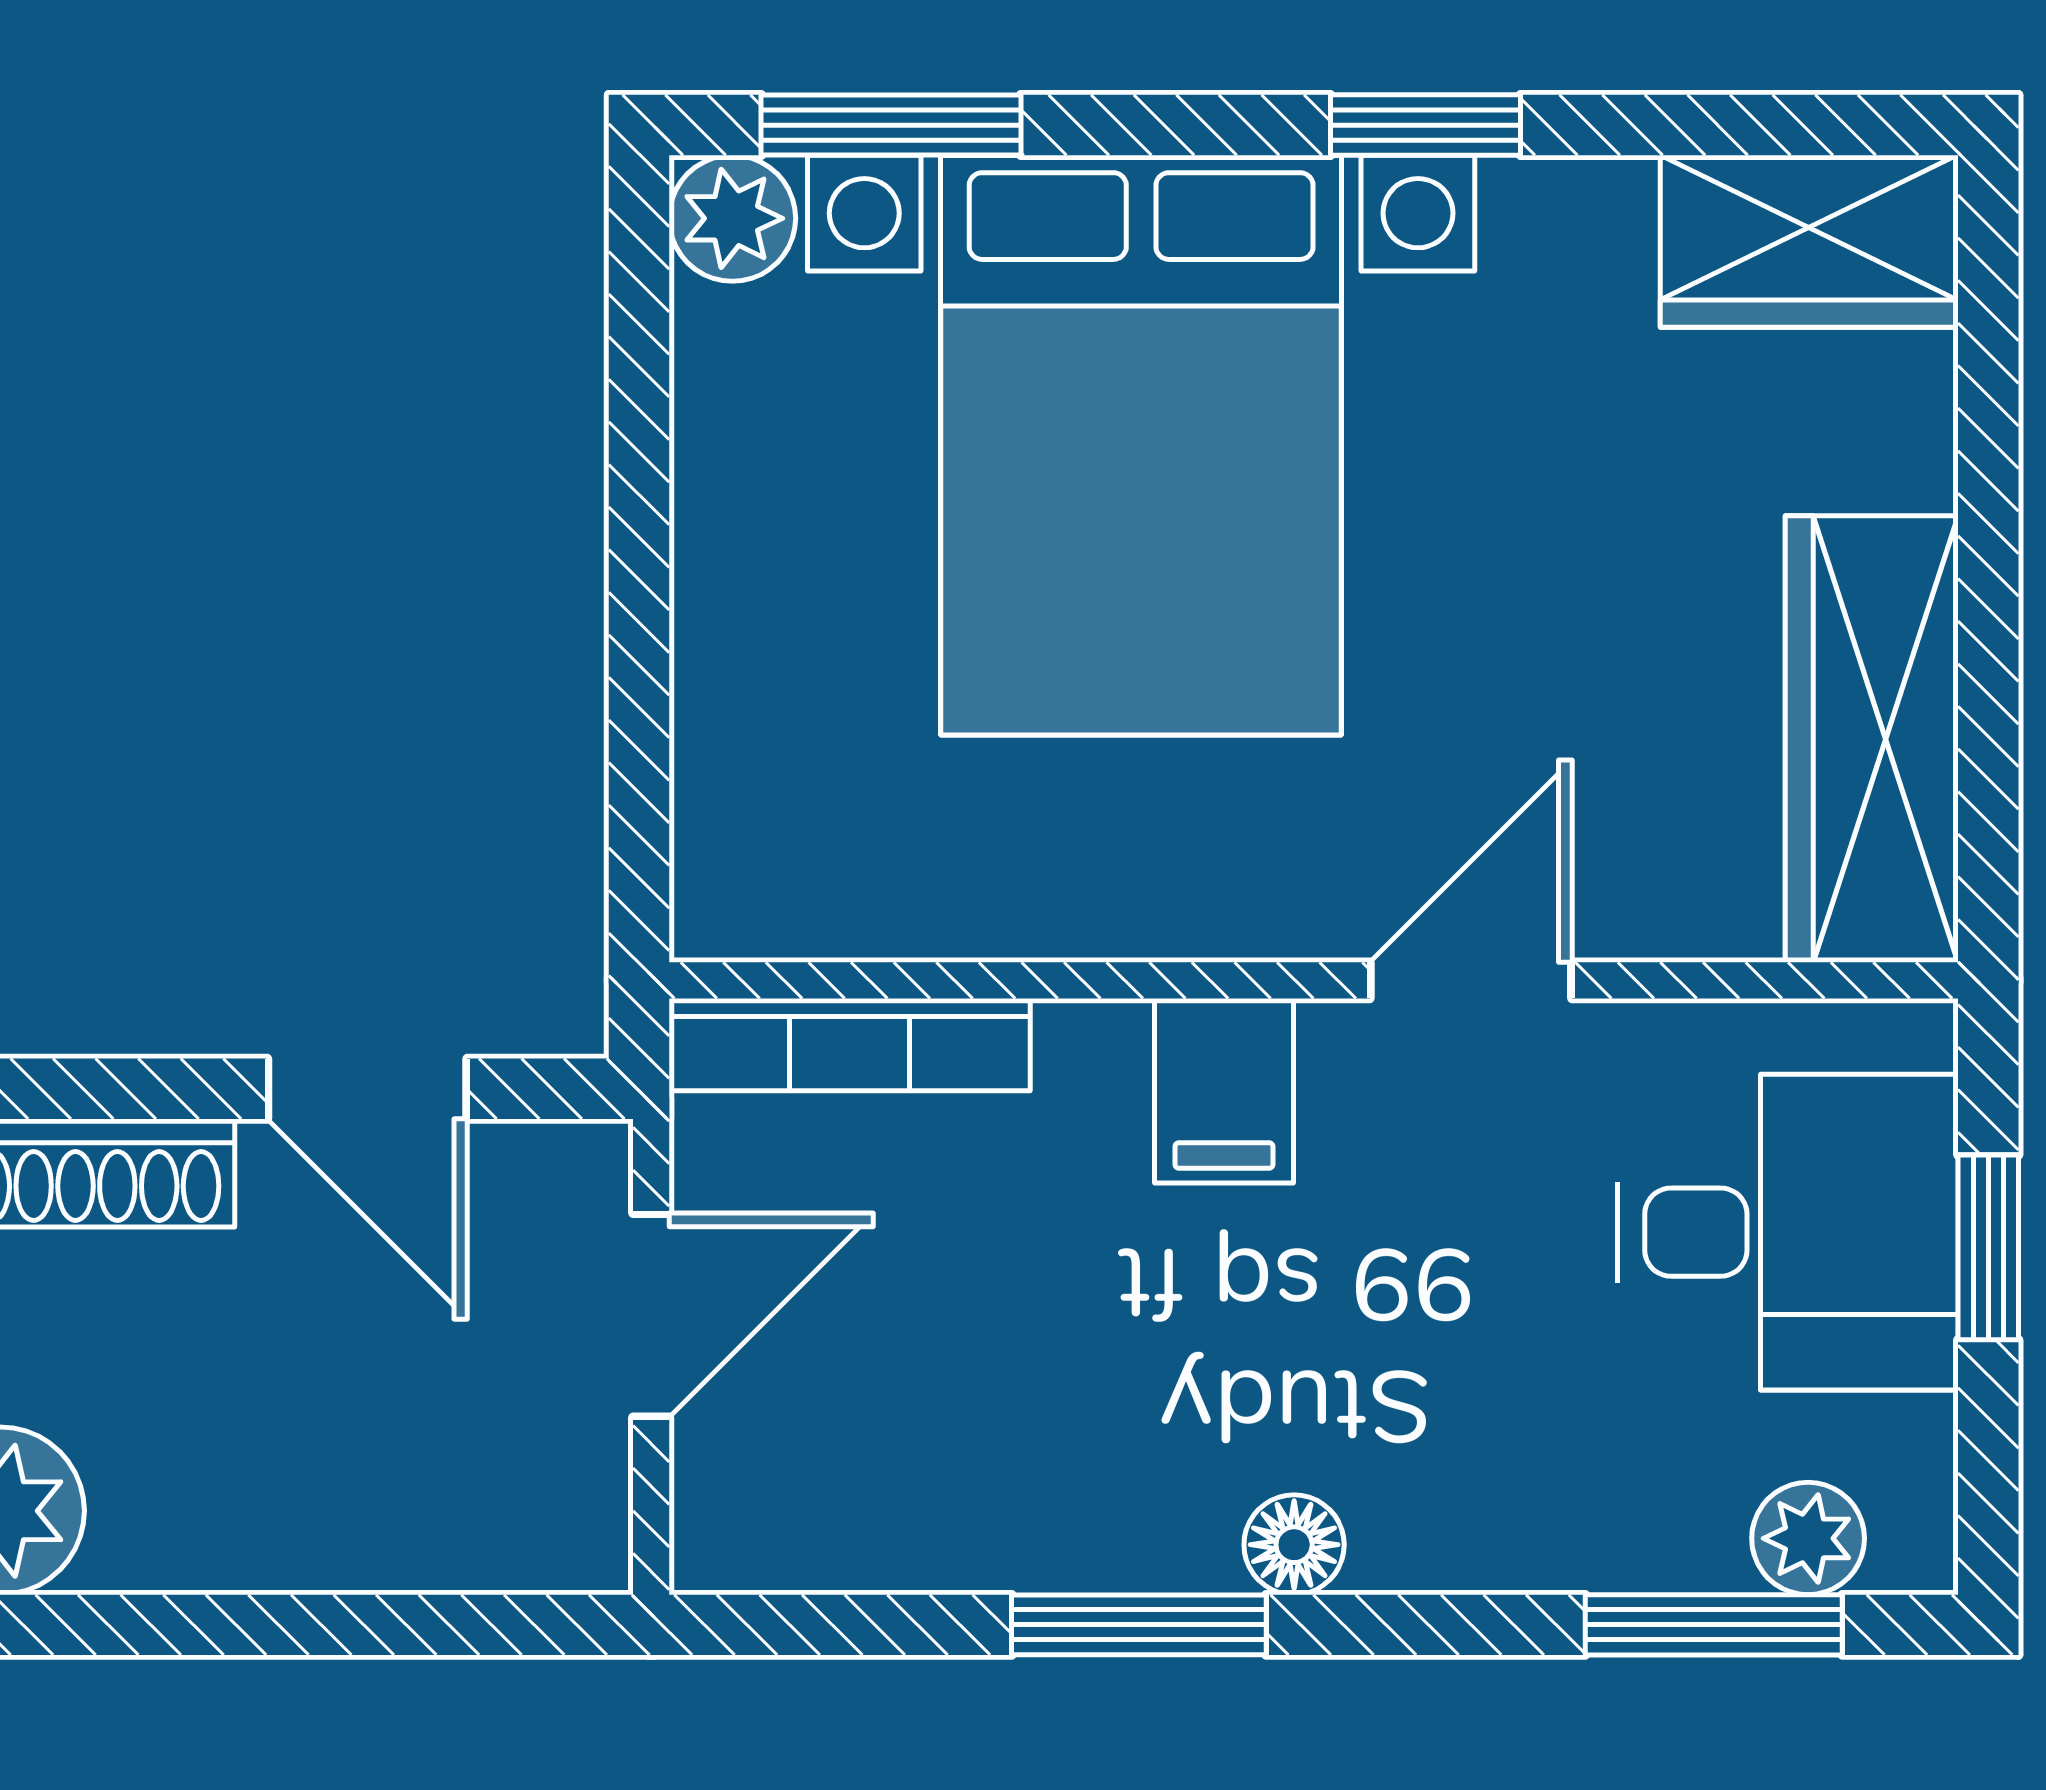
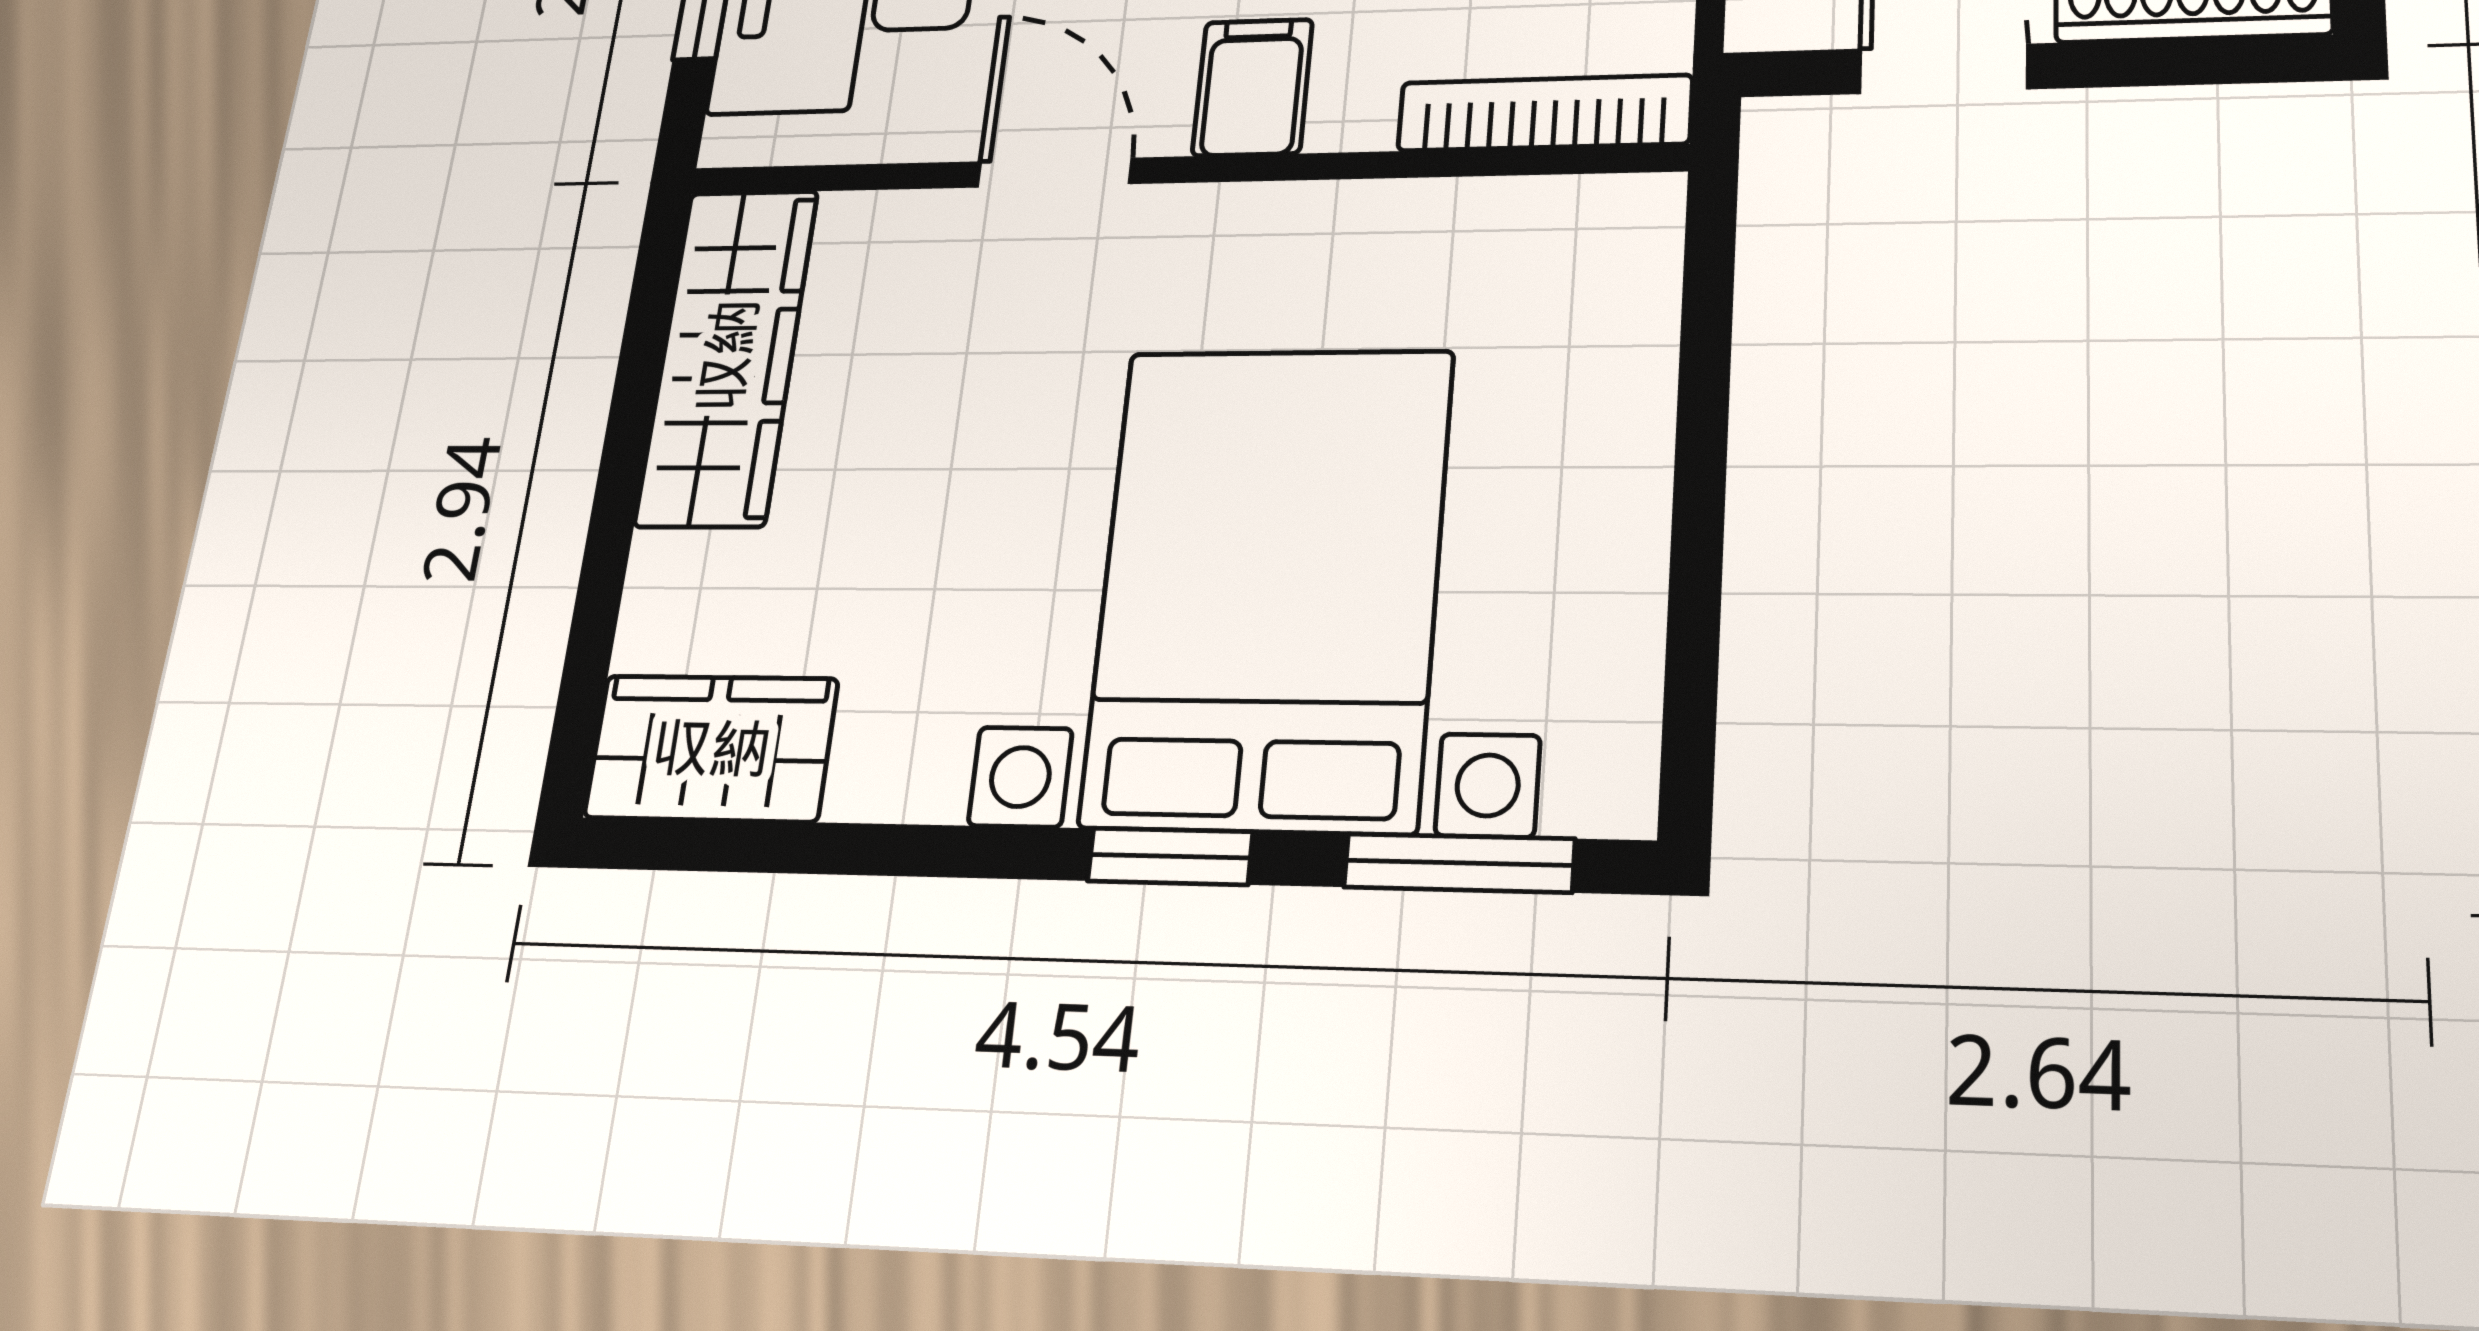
window: (1426, 125) -> (1170, 856), moved
plant: (732, 218) -> (1604, 783), removed
door: (1471, 980) -> (1054, 173), swing flipped

